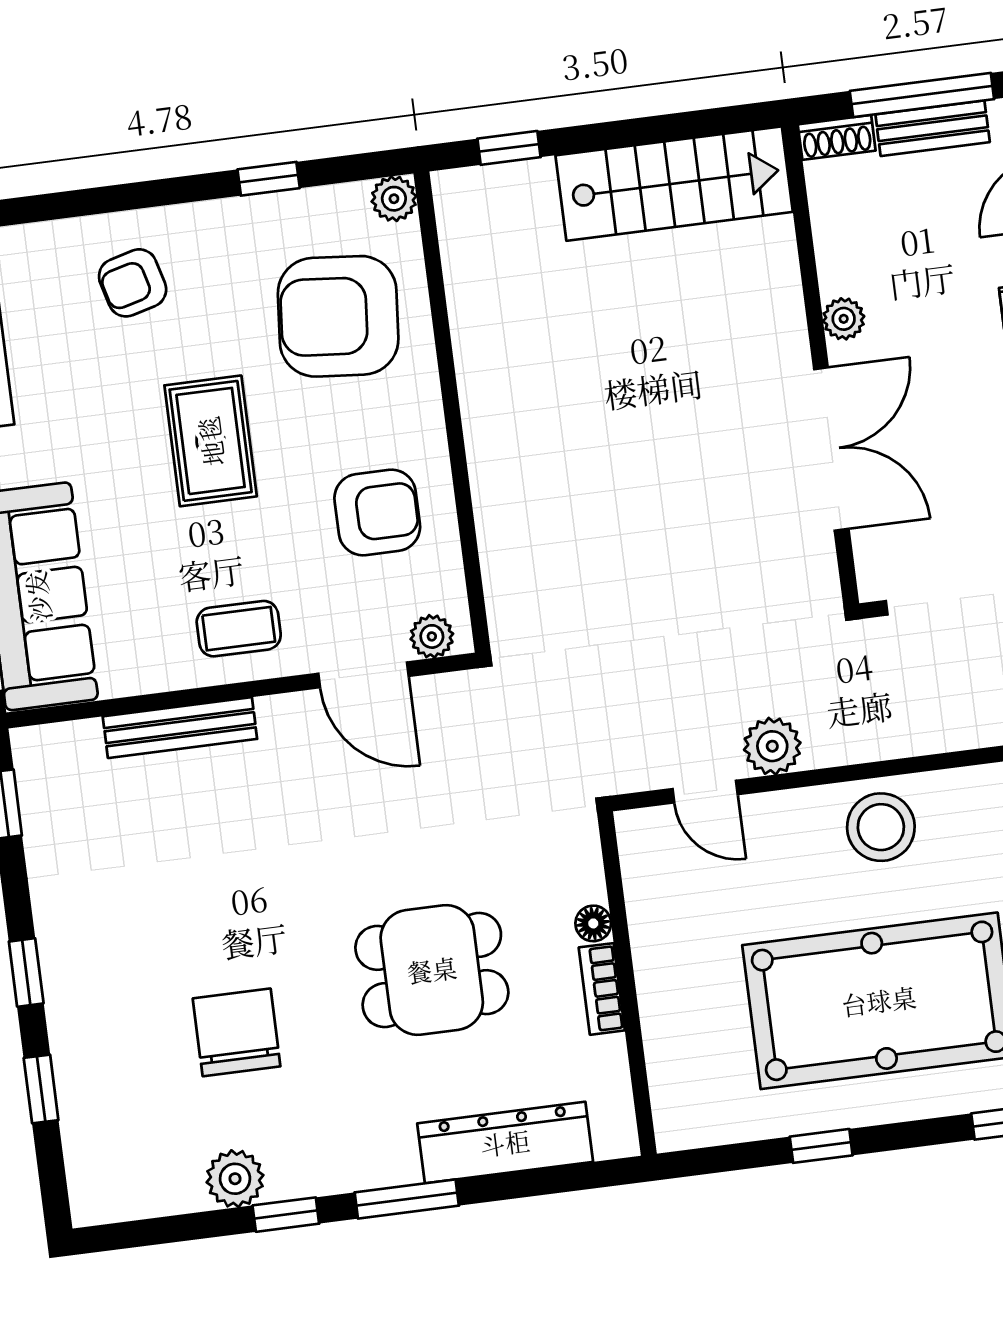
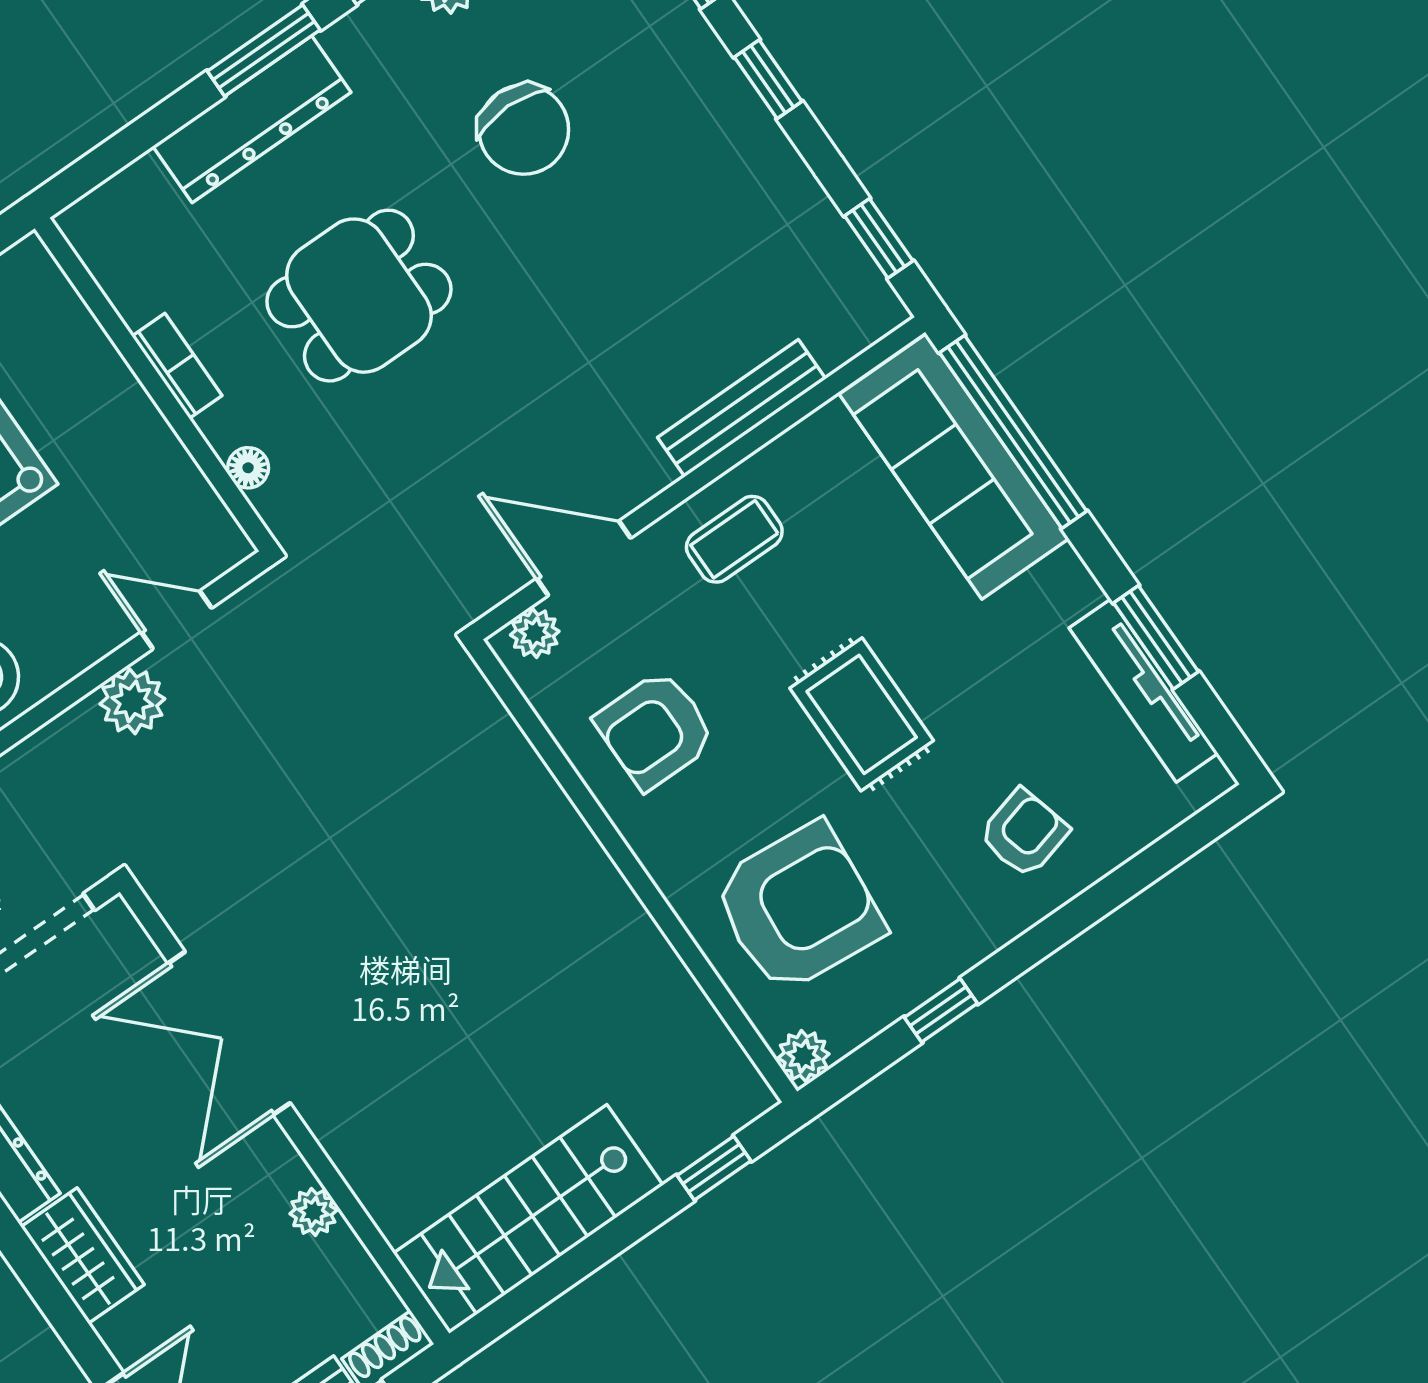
plant: (844, 319) -> (313, 1212), moved
floor lamp: (593, 923) -> (248, 468), moved
dresser: (505, 1143) -> (252, 119), moved

